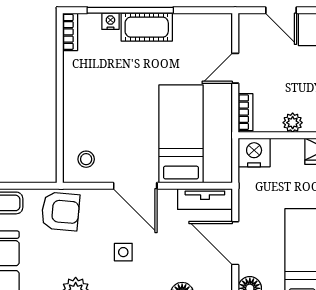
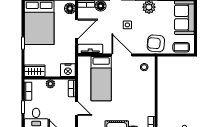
door: (235, 68) -> (77, 108), hinge flipped
door: (235, 243) -> (77, 29), hinge flipped

